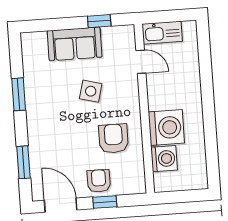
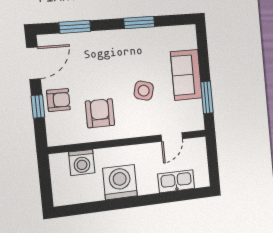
window: (99, 21) -> (207, 97), width x1.50
kitchen sink: (162, 33) -> (176, 181), moved, turned 90
washing machine: (166, 128) -> (120, 182), moved, turned 180
armchair: (113, 138) -> (100, 113), turned -90

